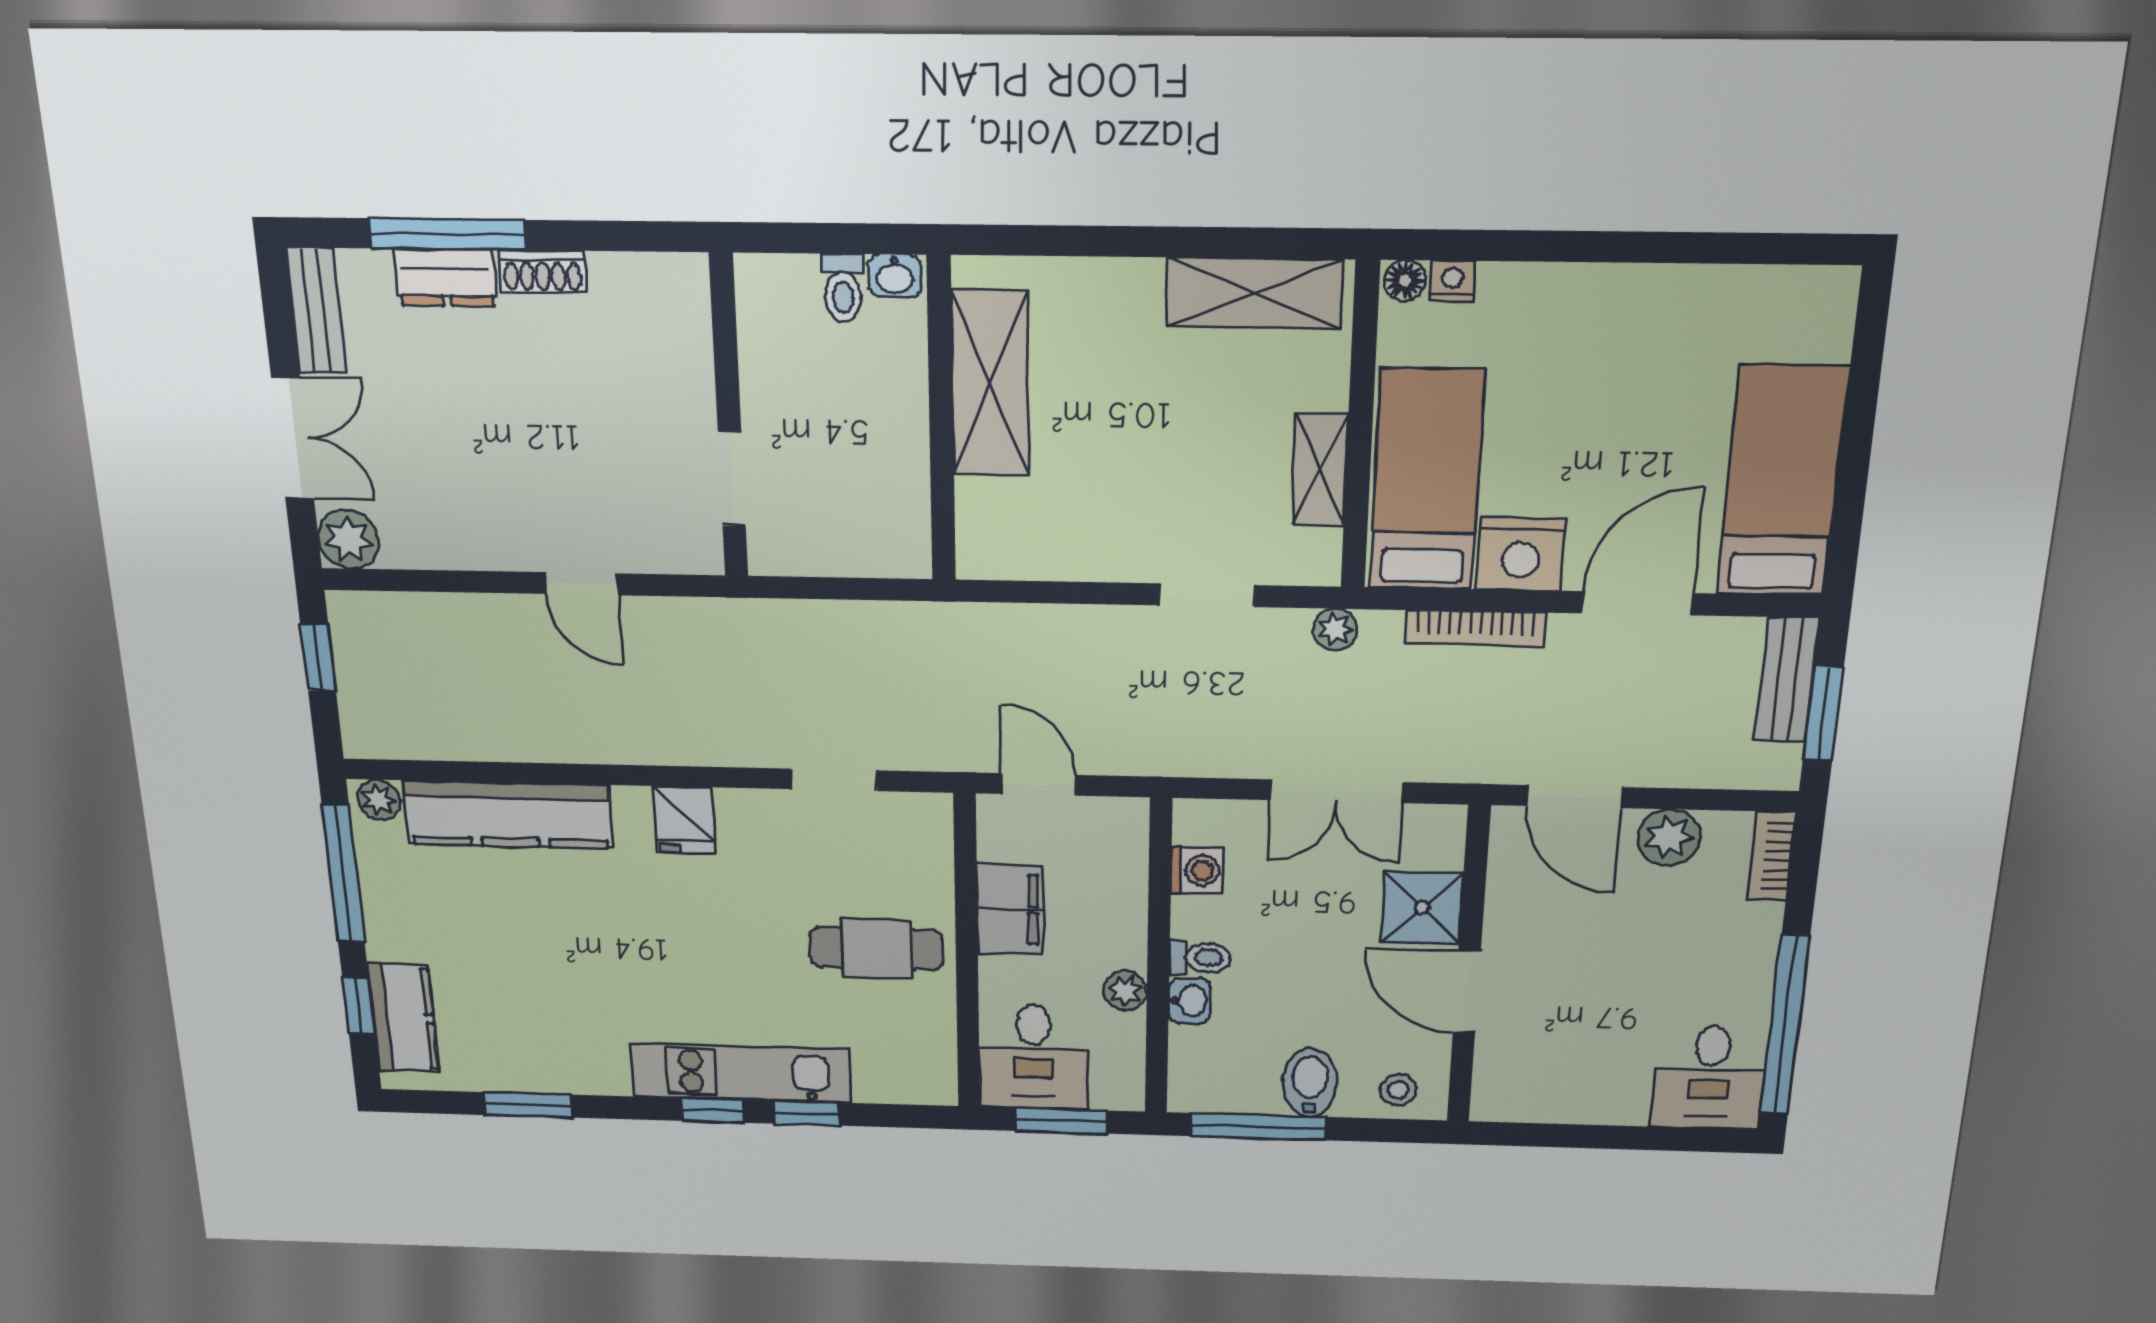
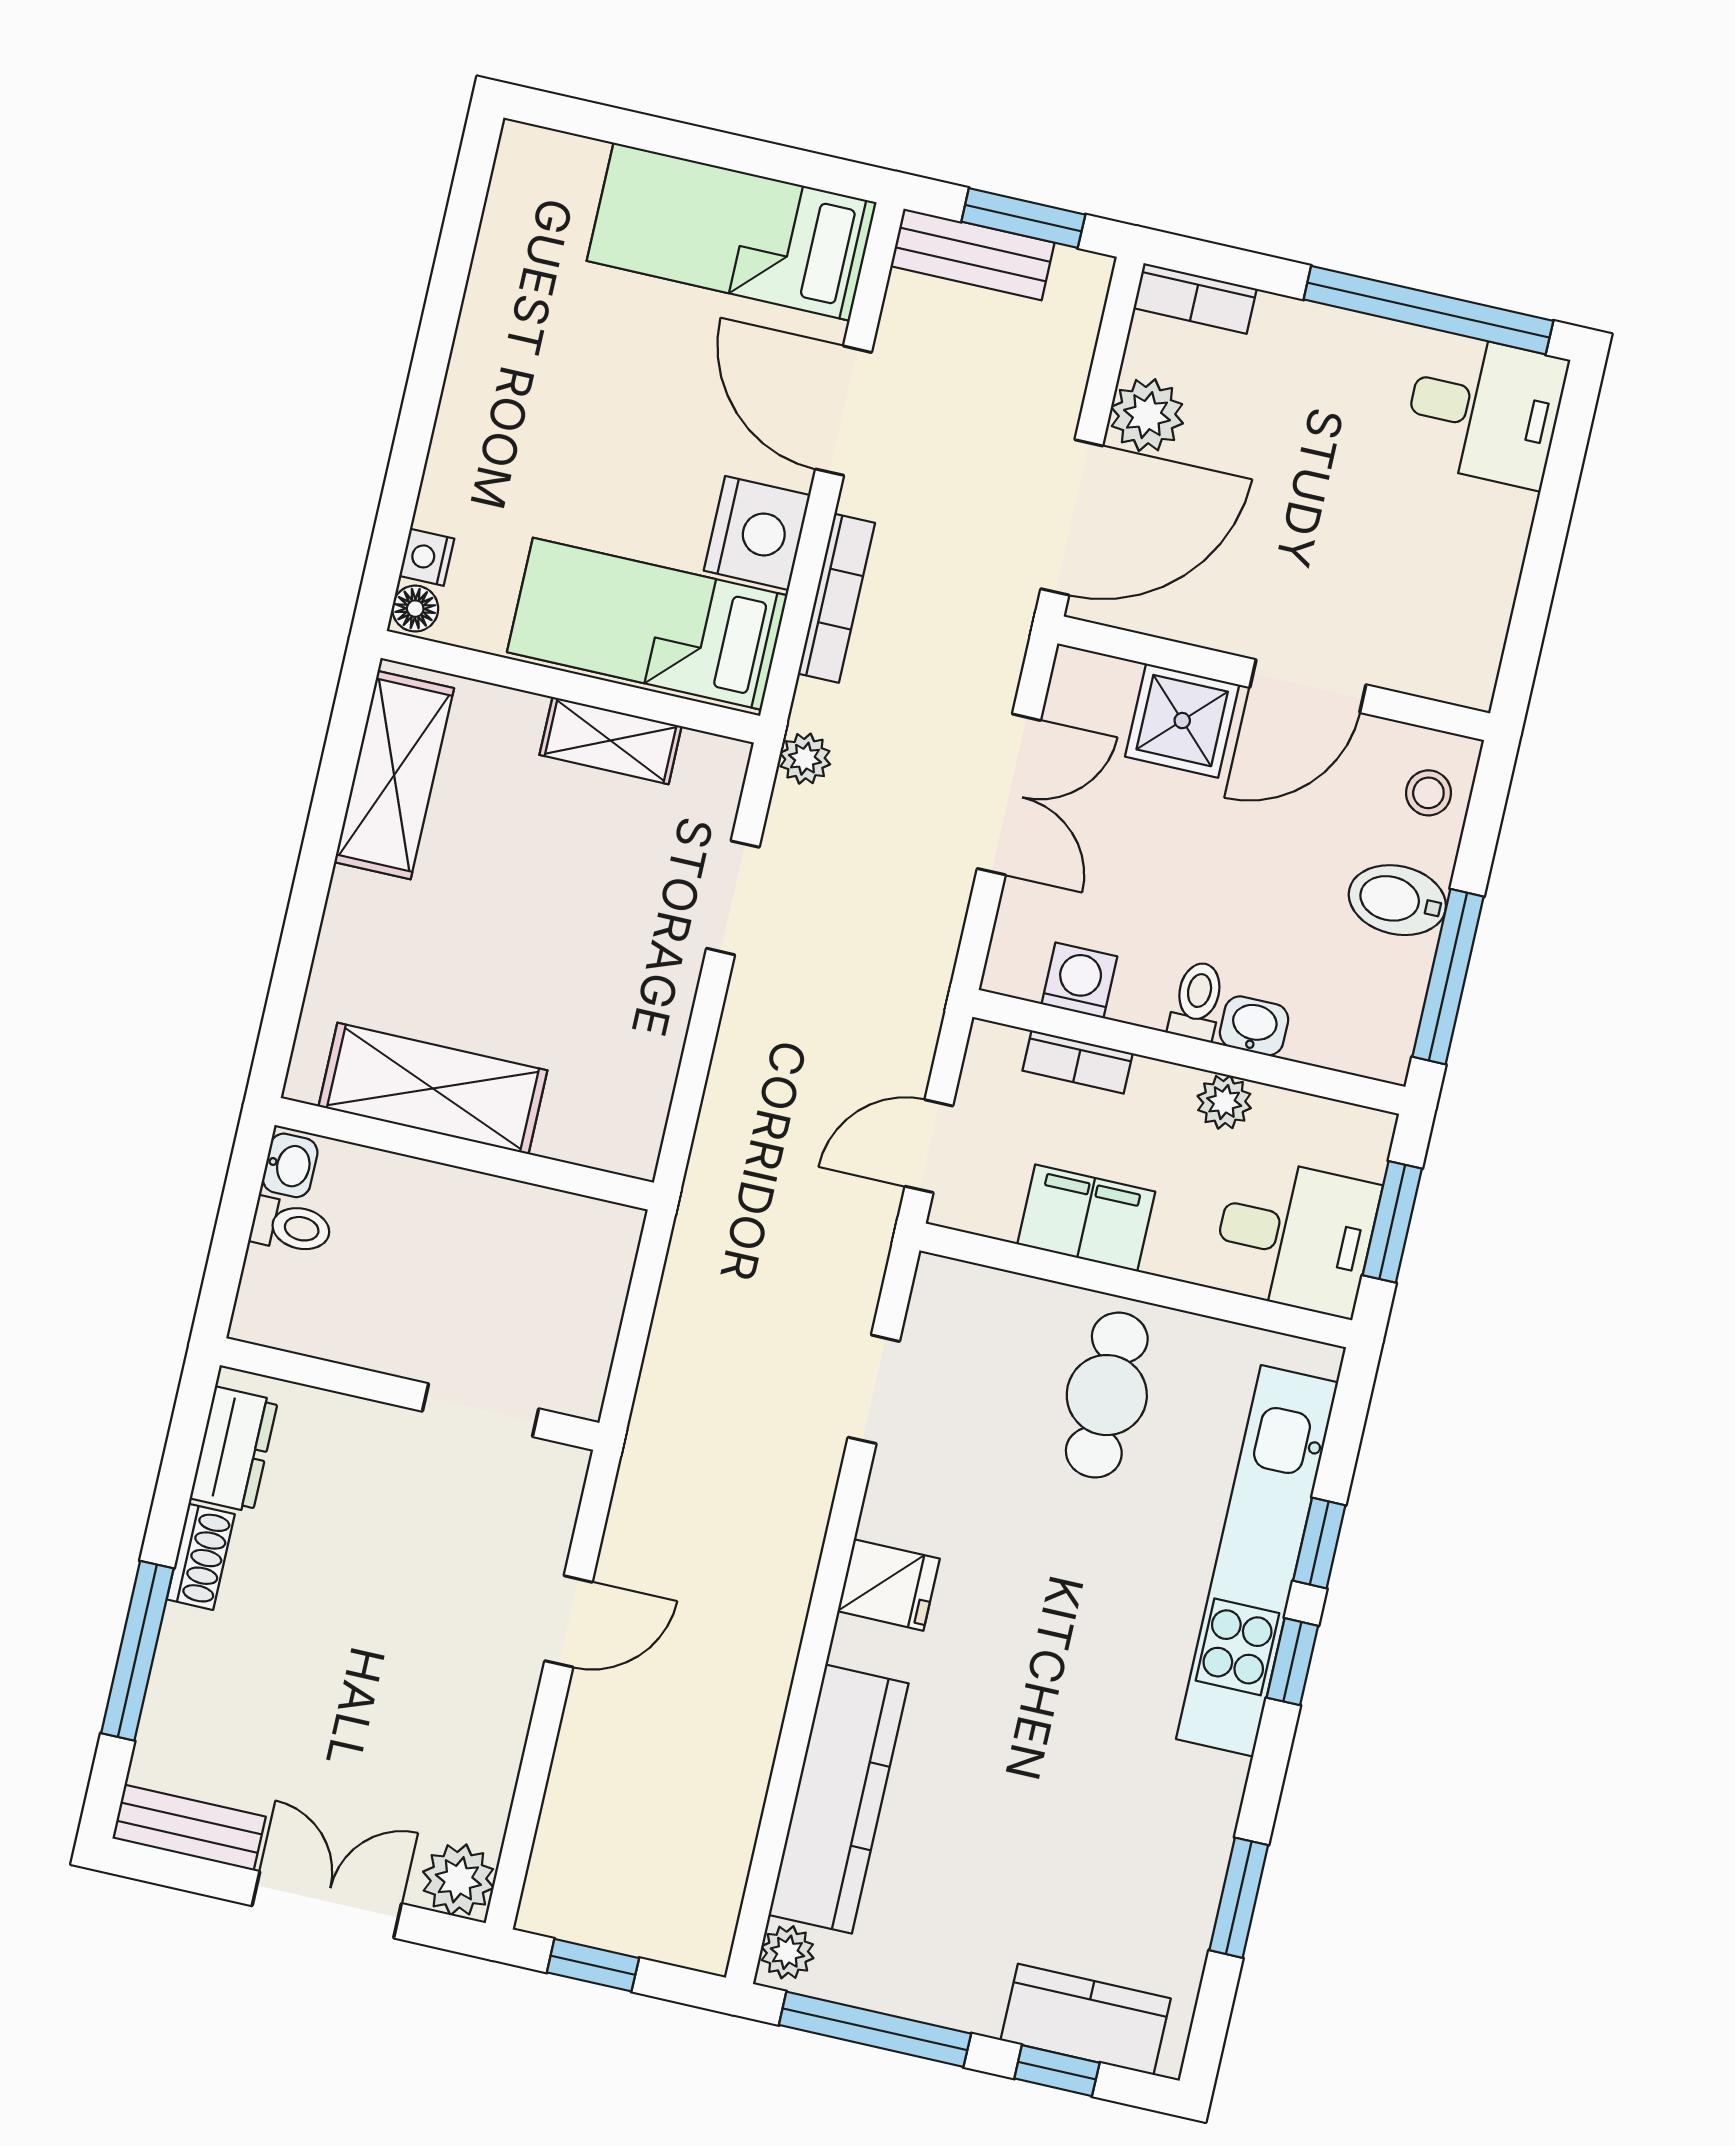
dresser: (446, 278) -> (234, 1449), moved
door: (1575, 797) -> (1072, 517), width x1.36
bookcase: (1132, 881) -> (1078, 1062), added
kitchen unit: (741, 1073) -> (1257, 1561), width x1.36

